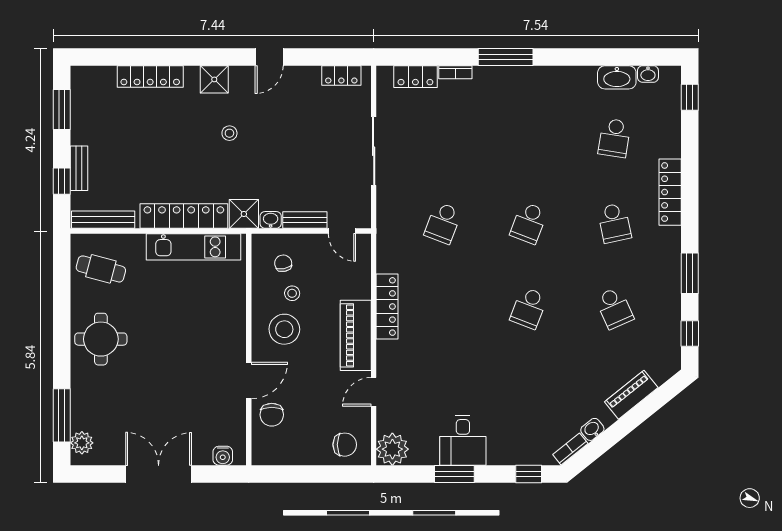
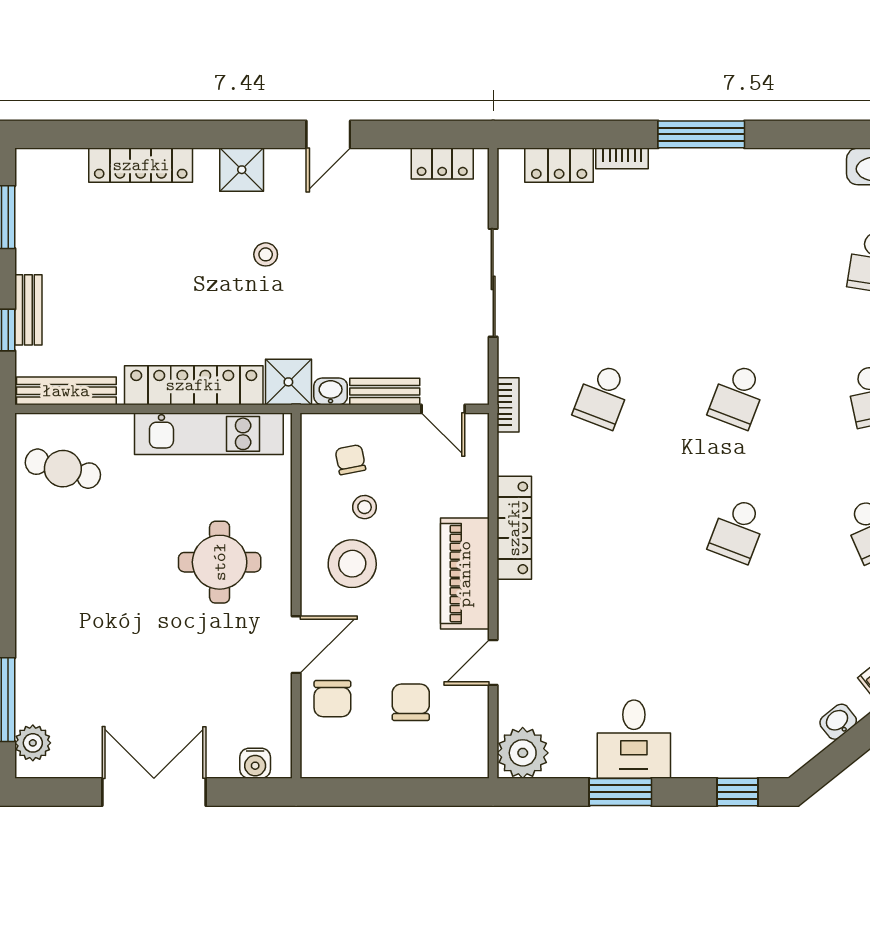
round table: (101, 339) -> (220, 562), moved
chair: (345, 445) -> (411, 702), moved, turned -90
bookcase: (570, 449) -> (508, 405), moved, turned 129

